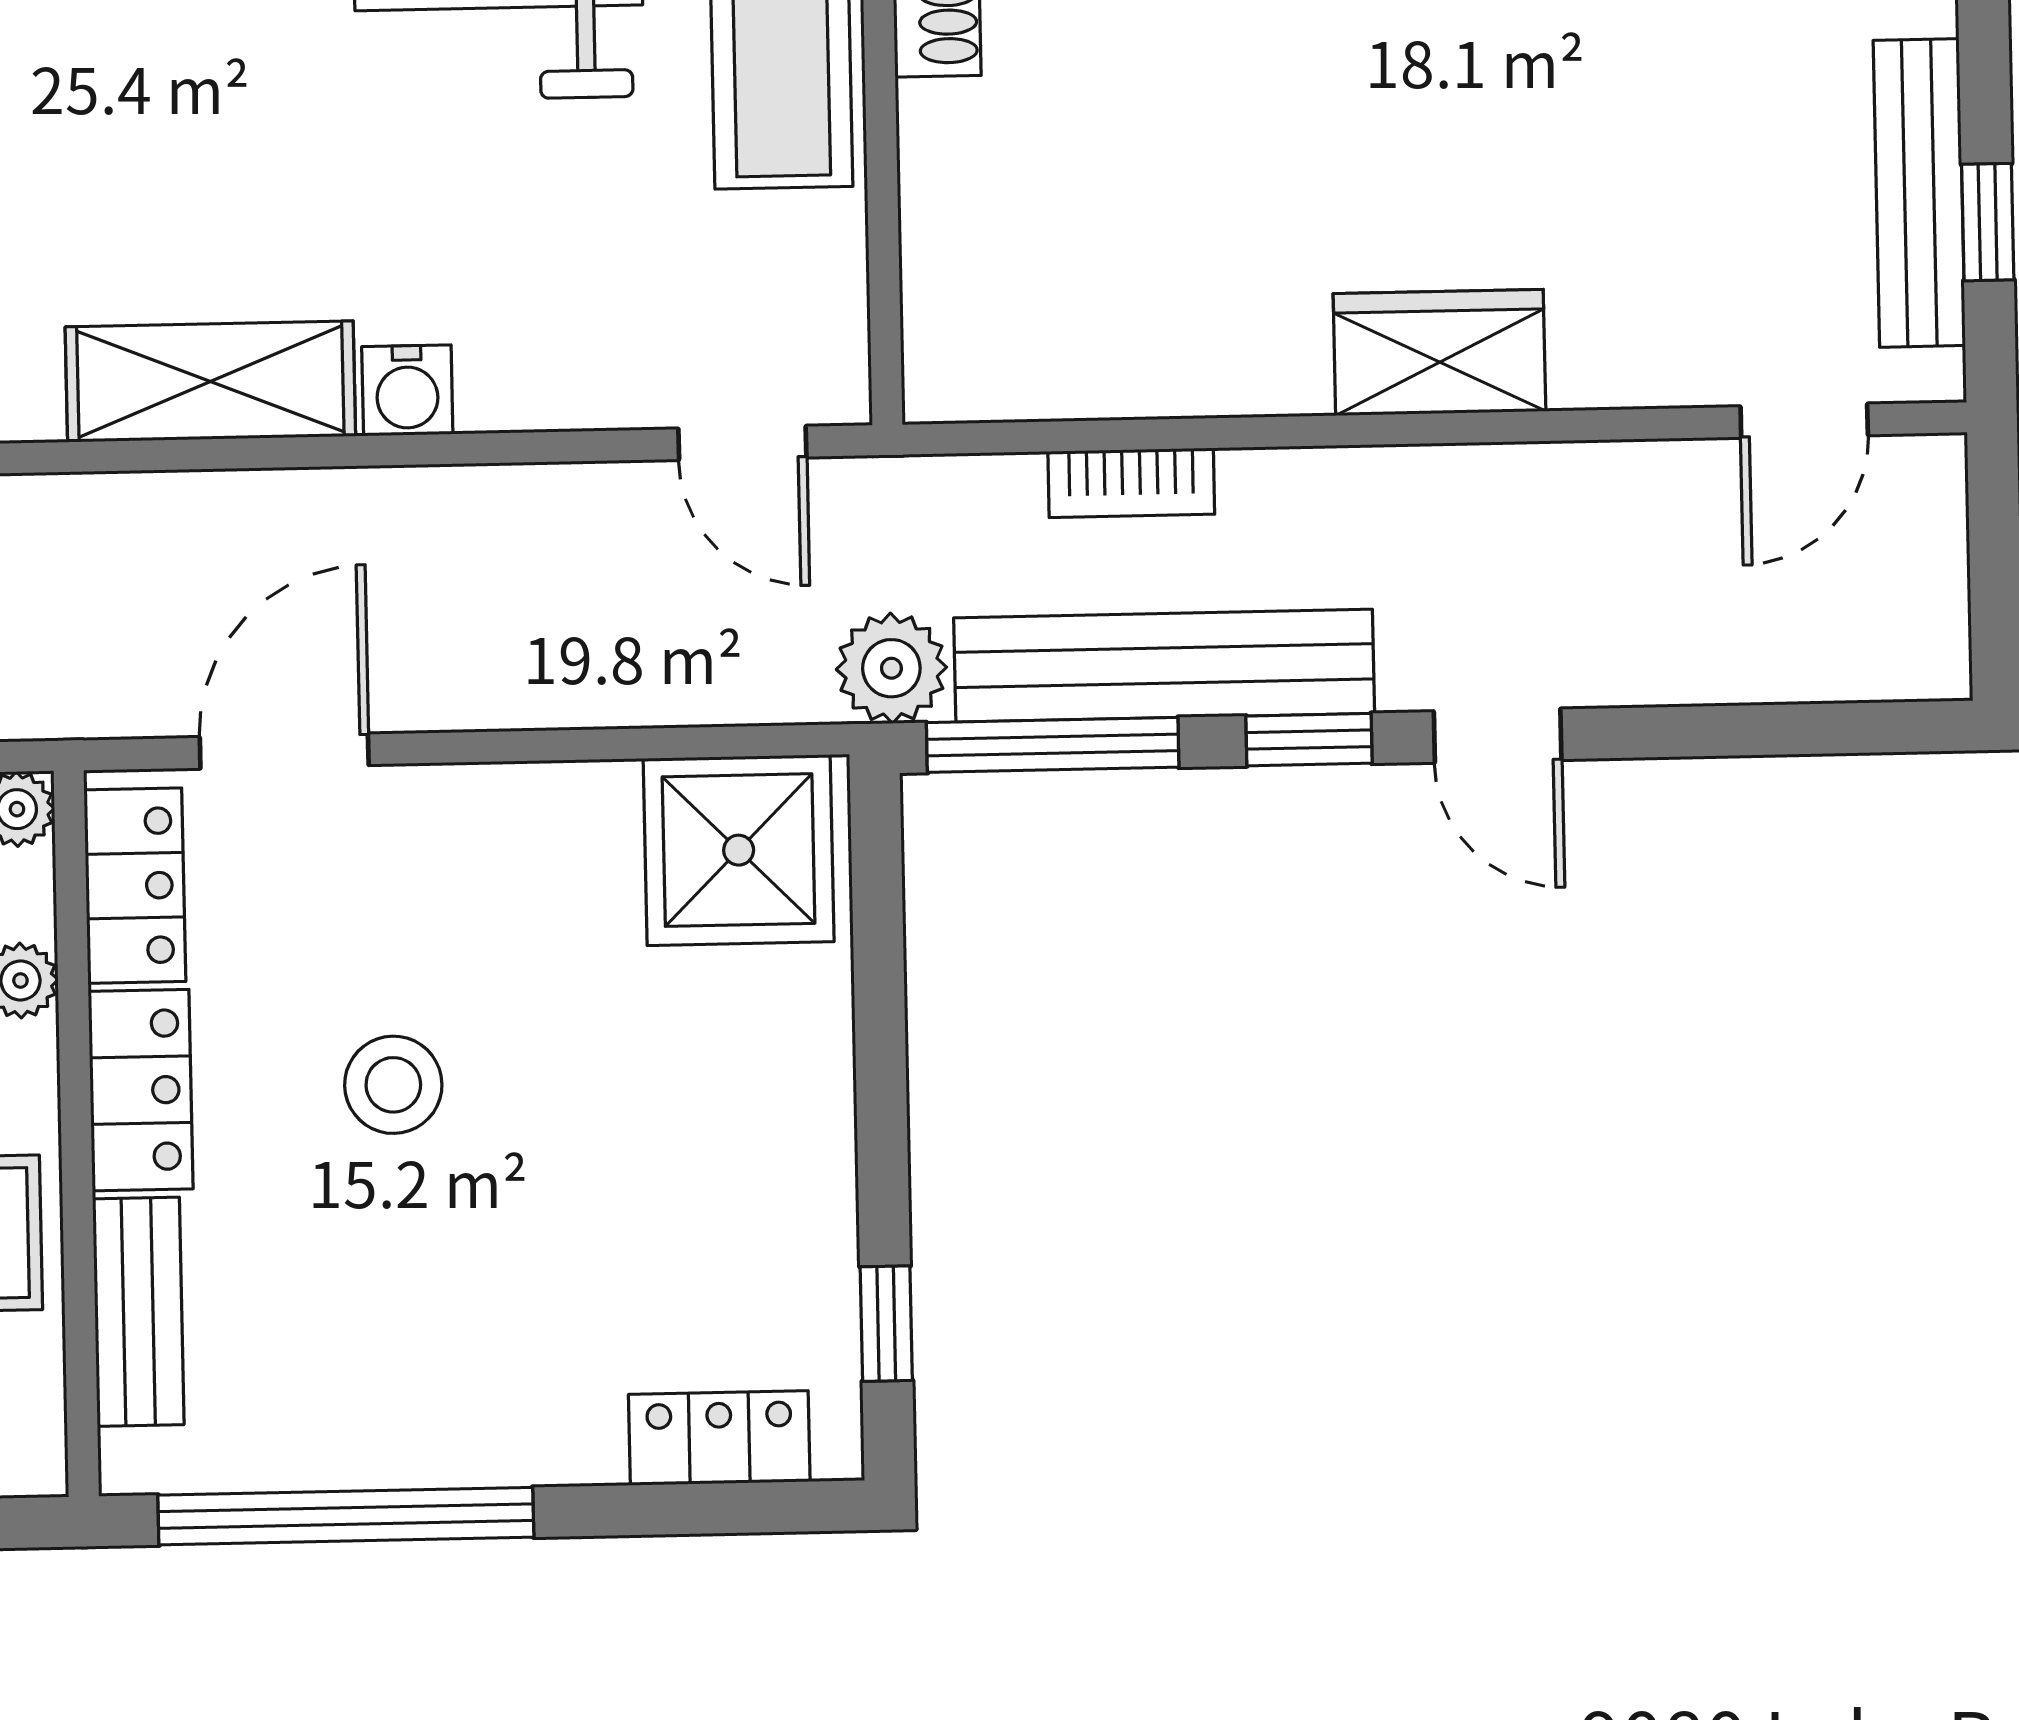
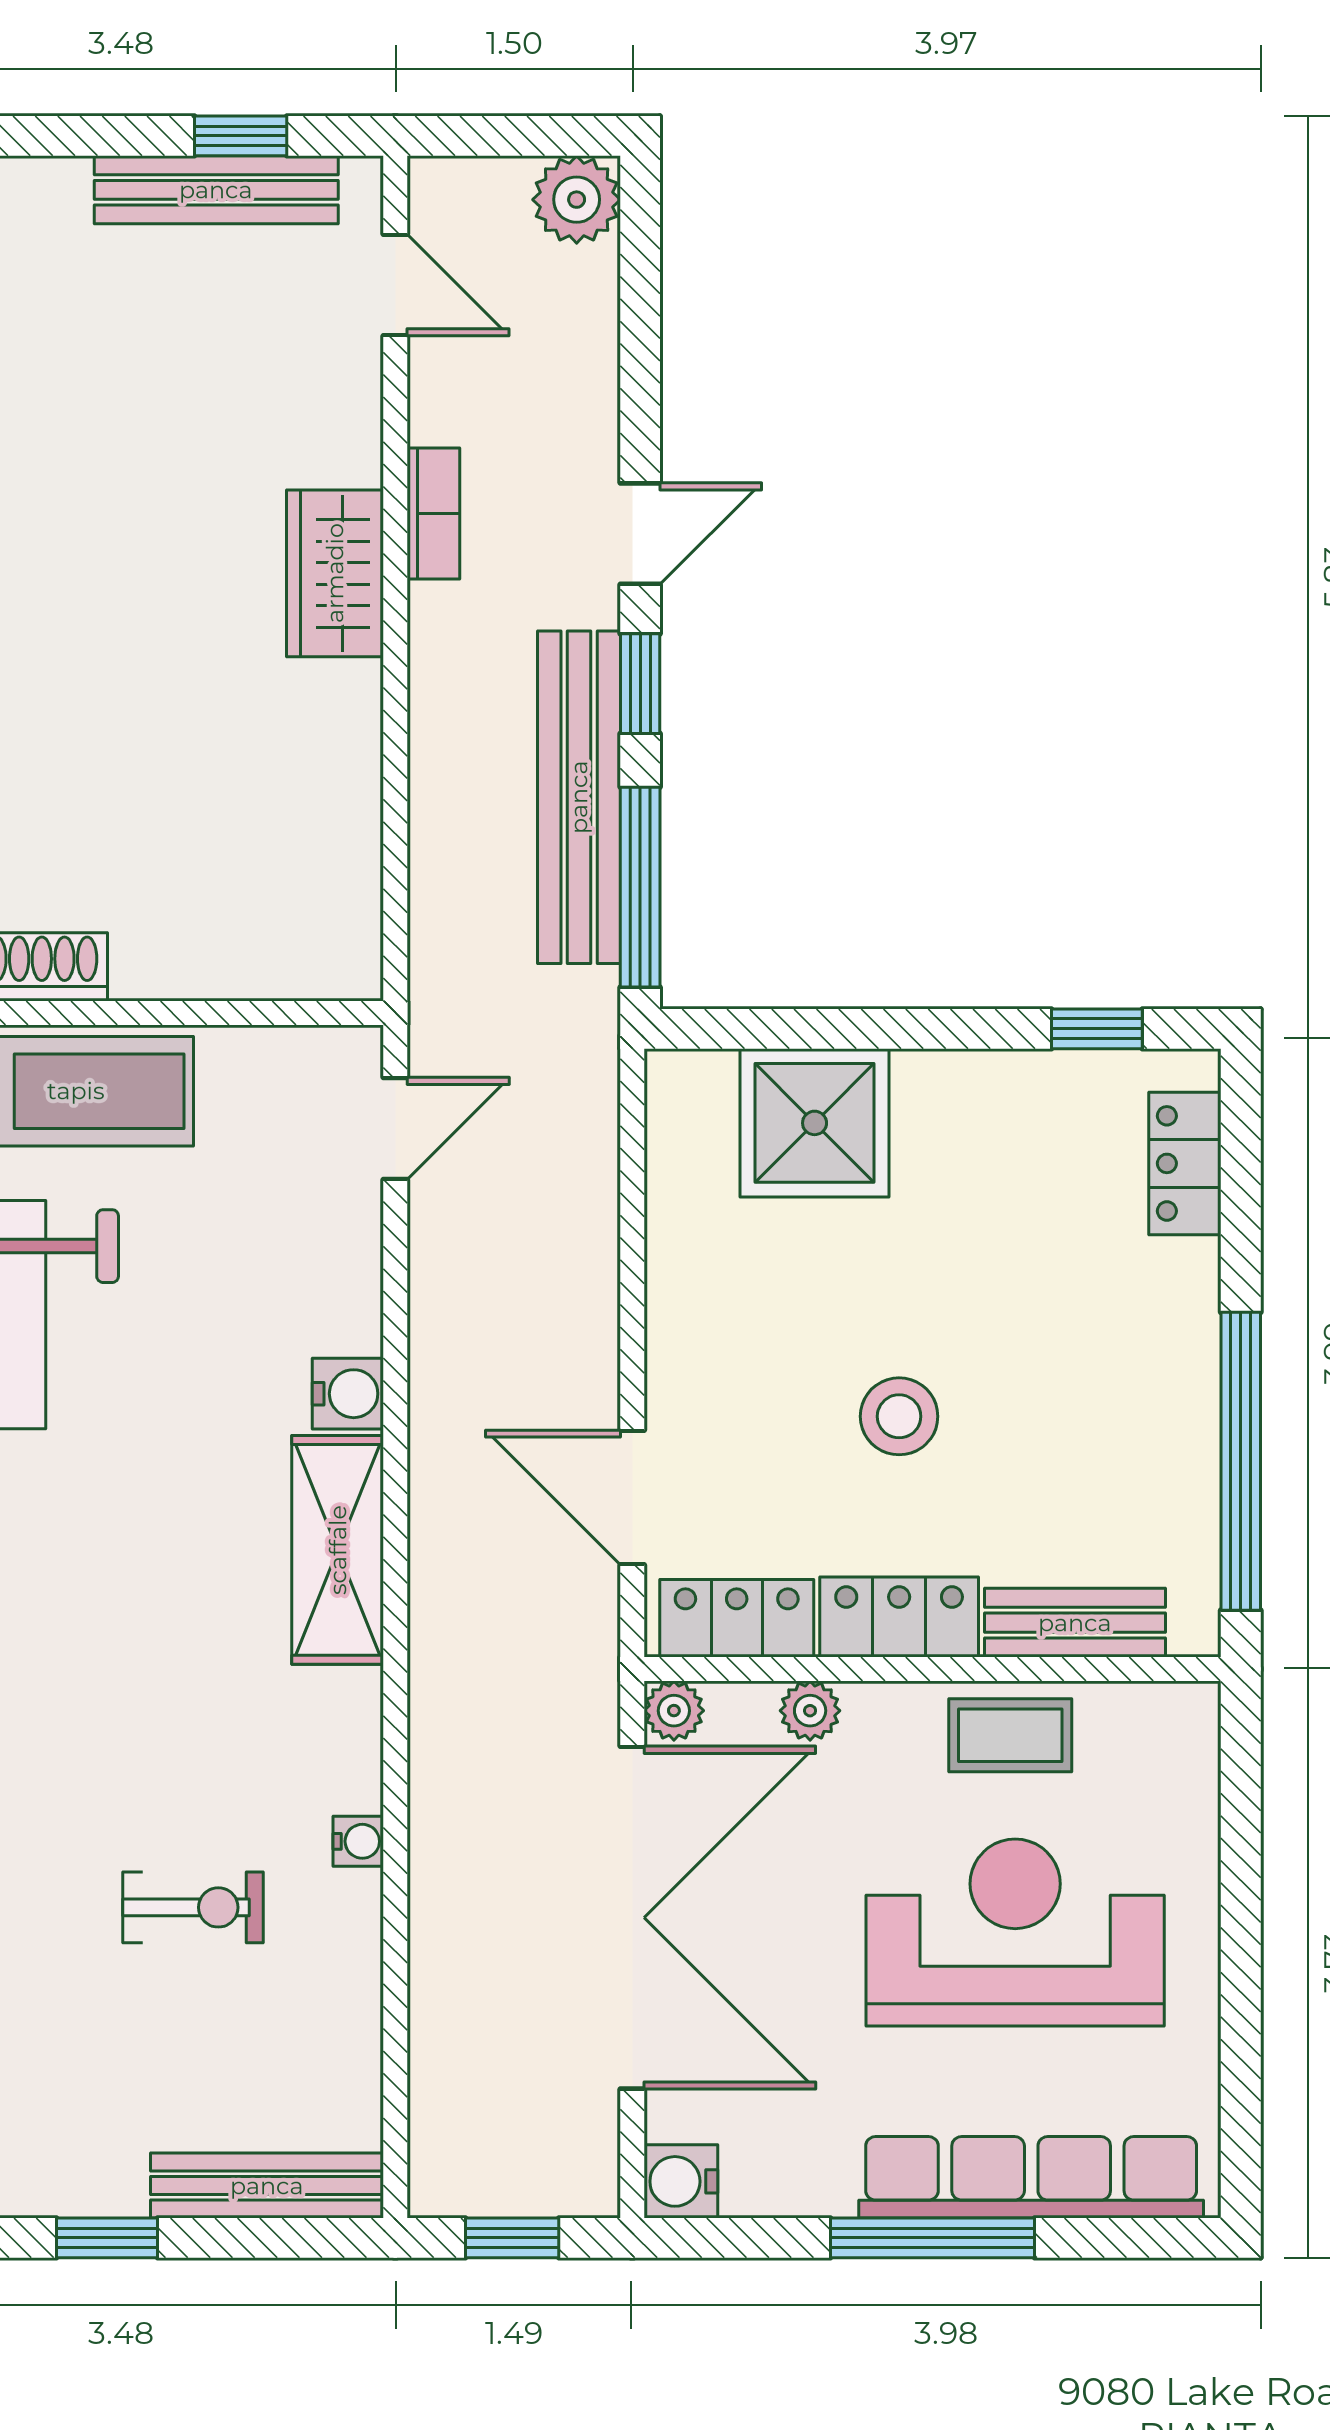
bookcase: (1131, 483) -> (433, 513), moved
plant: (891, 668) -> (577, 200), moved
shower: (739, 850) -> (815, 1123), moved

